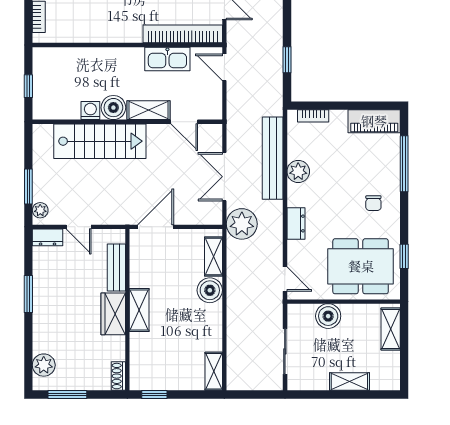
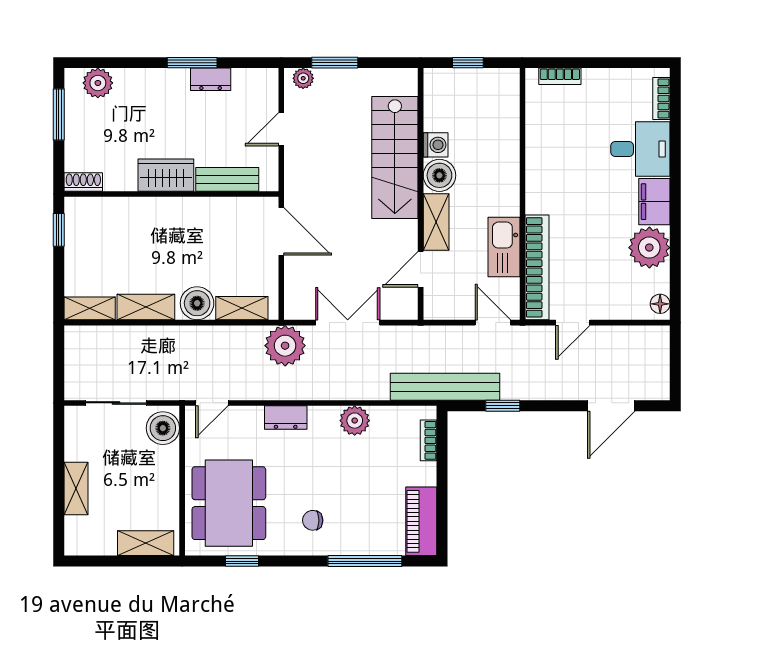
door: (224, 67) -> (493, 323), hinge flipped
bench: (273, 158) -> (445, 387), moved
dresser: (48, 237) -> (211, 79), moved, turned -90
shelving: (139, 310) -> (146, 307), moved
boiler: (328, 316) -> (163, 428), moved

